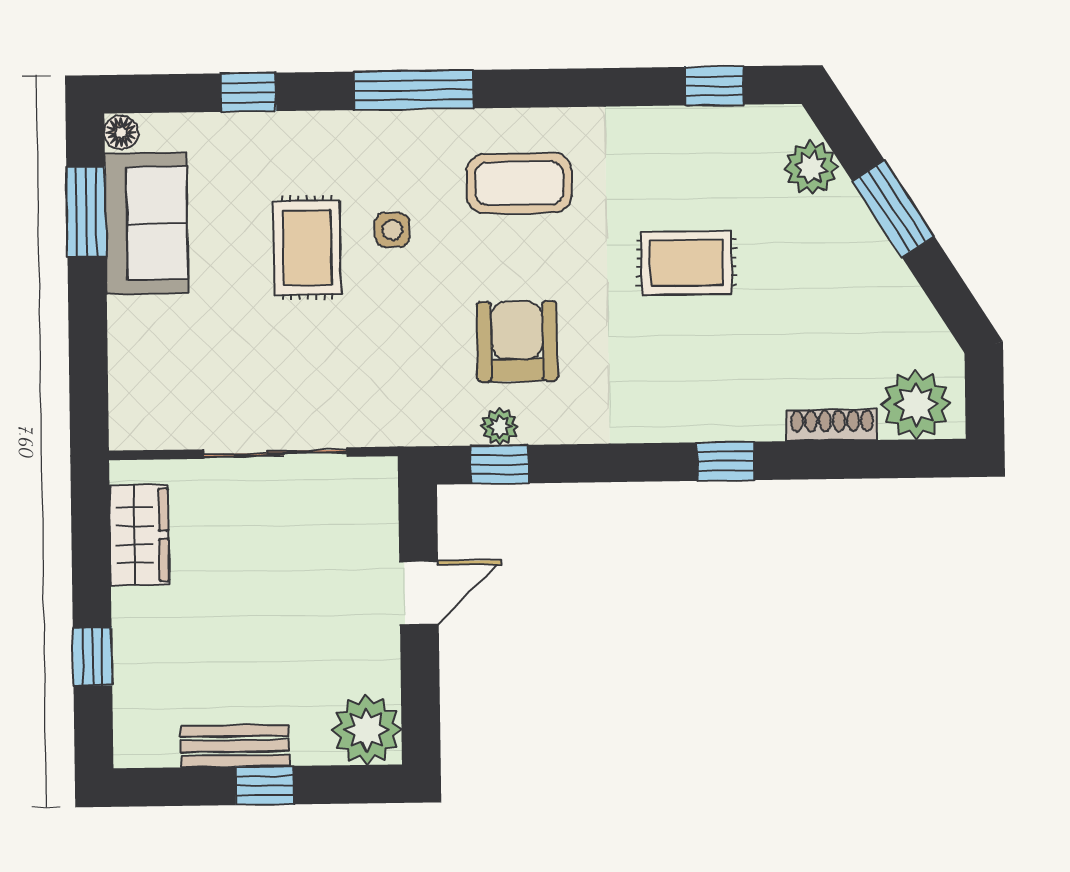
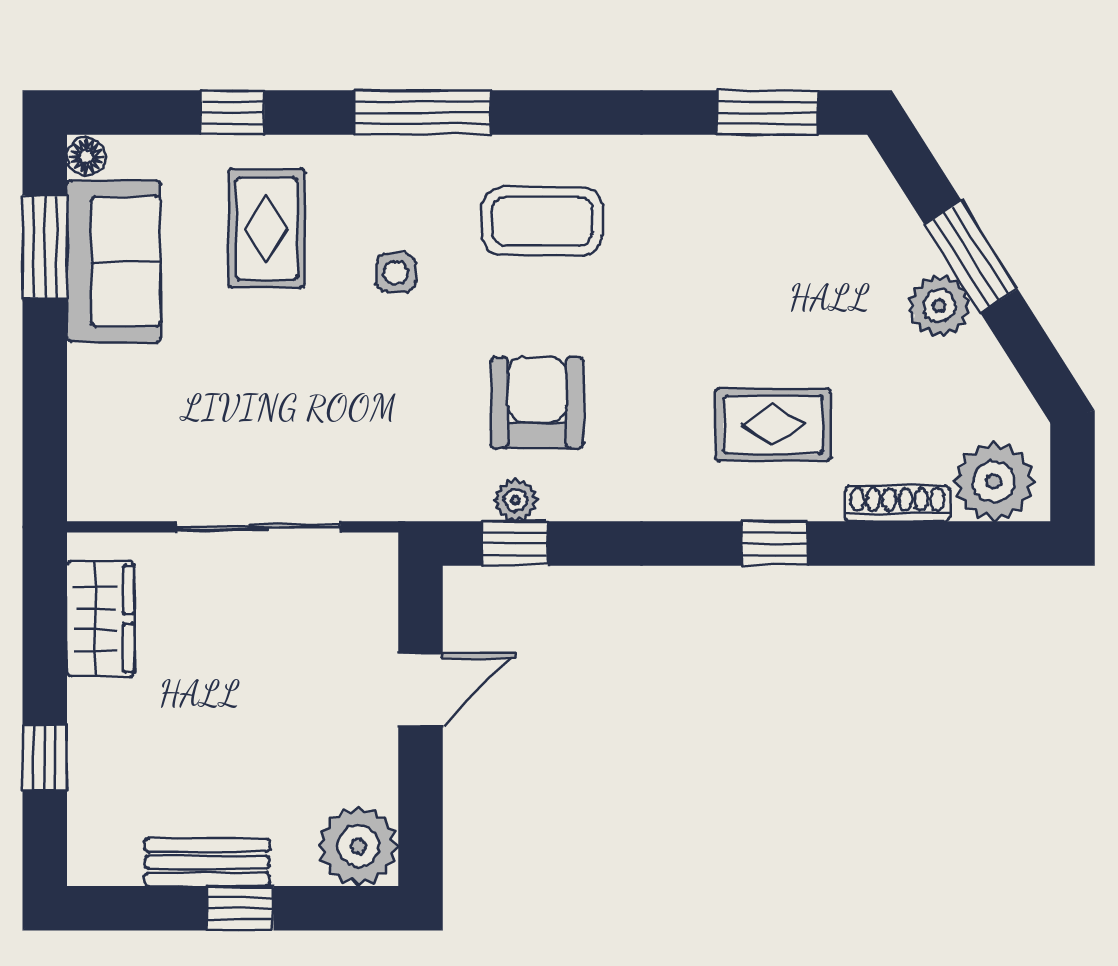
window: (714, 86) -> (767, 113), width x1.50
plant: (811, 168) -> (939, 306), moved
rug: (307, 248) -> (266, 229), moved
rug: (686, 263) -> (773, 425), moved

